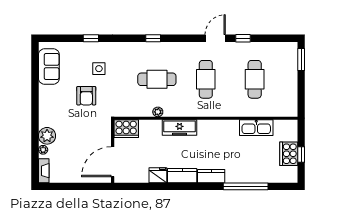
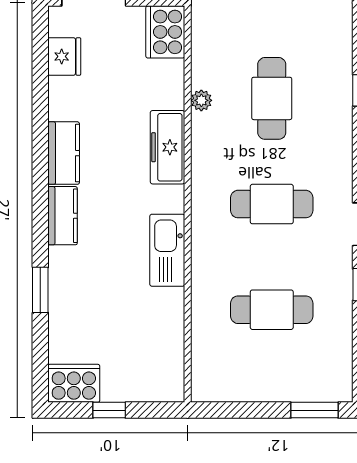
kitchen sink: (256, 128) -> (167, 250), moved
cooker: (289, 154) -> (74, 383), moved
fridge: (158, 175) -> (64, 56), moved
window: (246, 186) -> (40, 290), width x0.47

